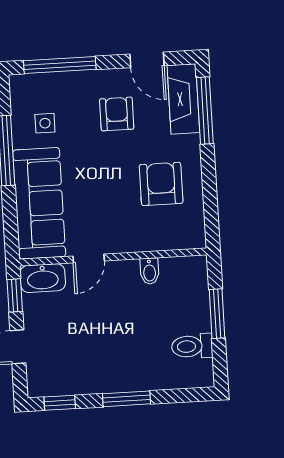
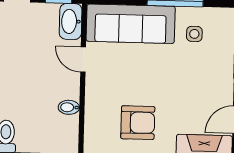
armchair: (117, 114) -> (197, 92), removed

